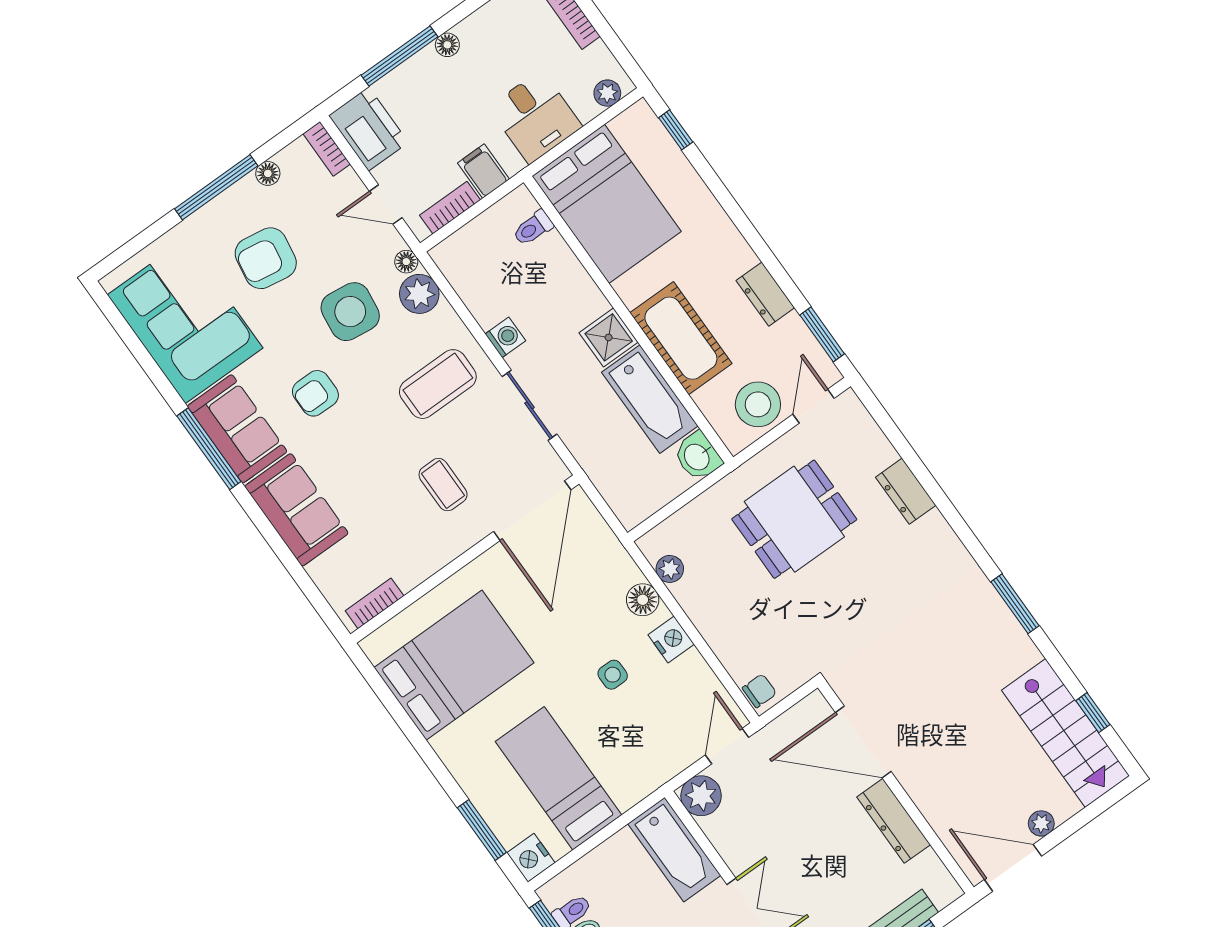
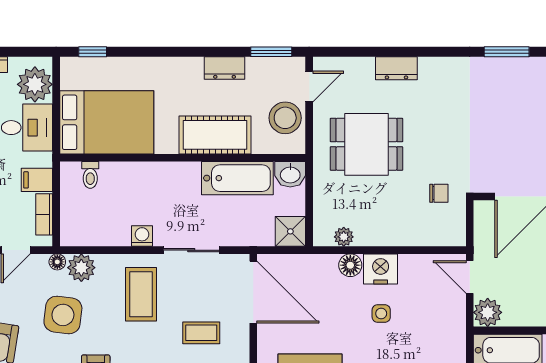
plant: (607, 93) -> (35, 84), width x1.87, depth x1.87
shower: (609, 337) -> (290, 231), moved
door: (814, 406) -> (309, 86), swing flipped
dining table: (794, 519) -> (366, 144), turned 90
nightstand: (671, 640) -> (381, 269), width x1.36, depth x1.33
chair: (759, 691) -> (439, 193), moved, turned 90

